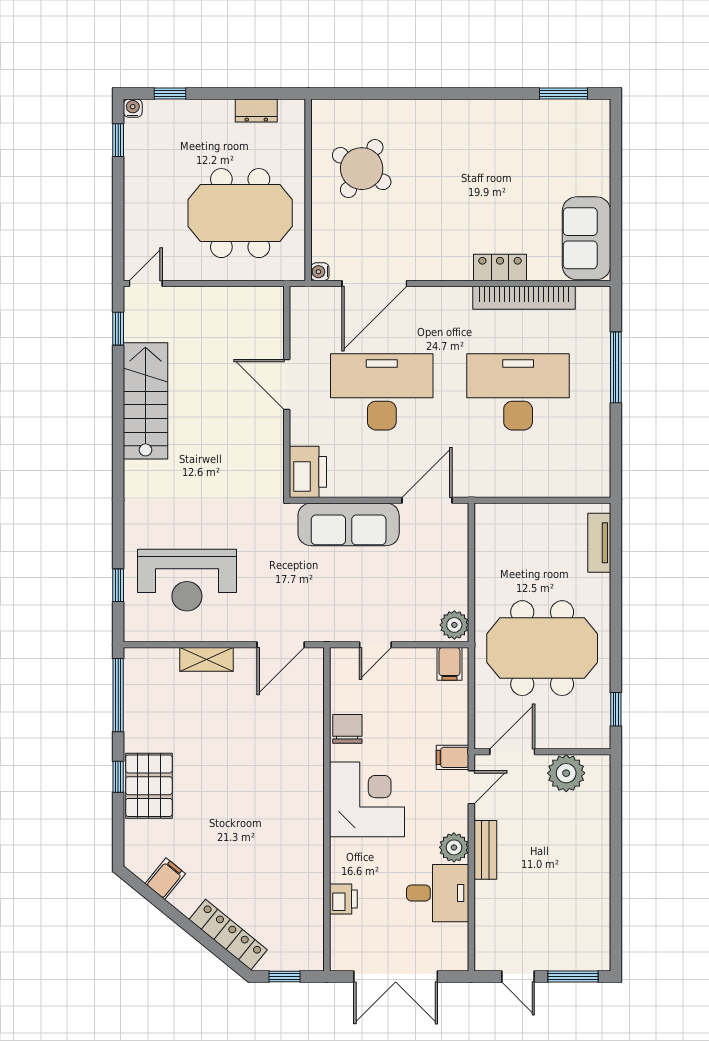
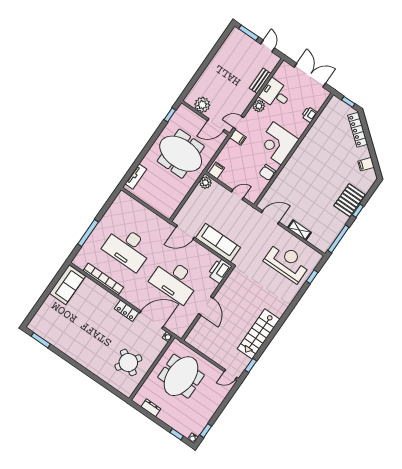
meeting table: (240, 213) -> (181, 376), turned 90
locker: (500, 267) -> (127, 311), moved
bench: (485, 850) -> (260, 81), moved

